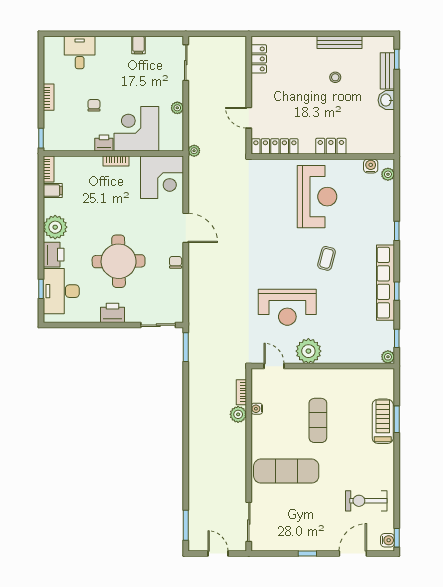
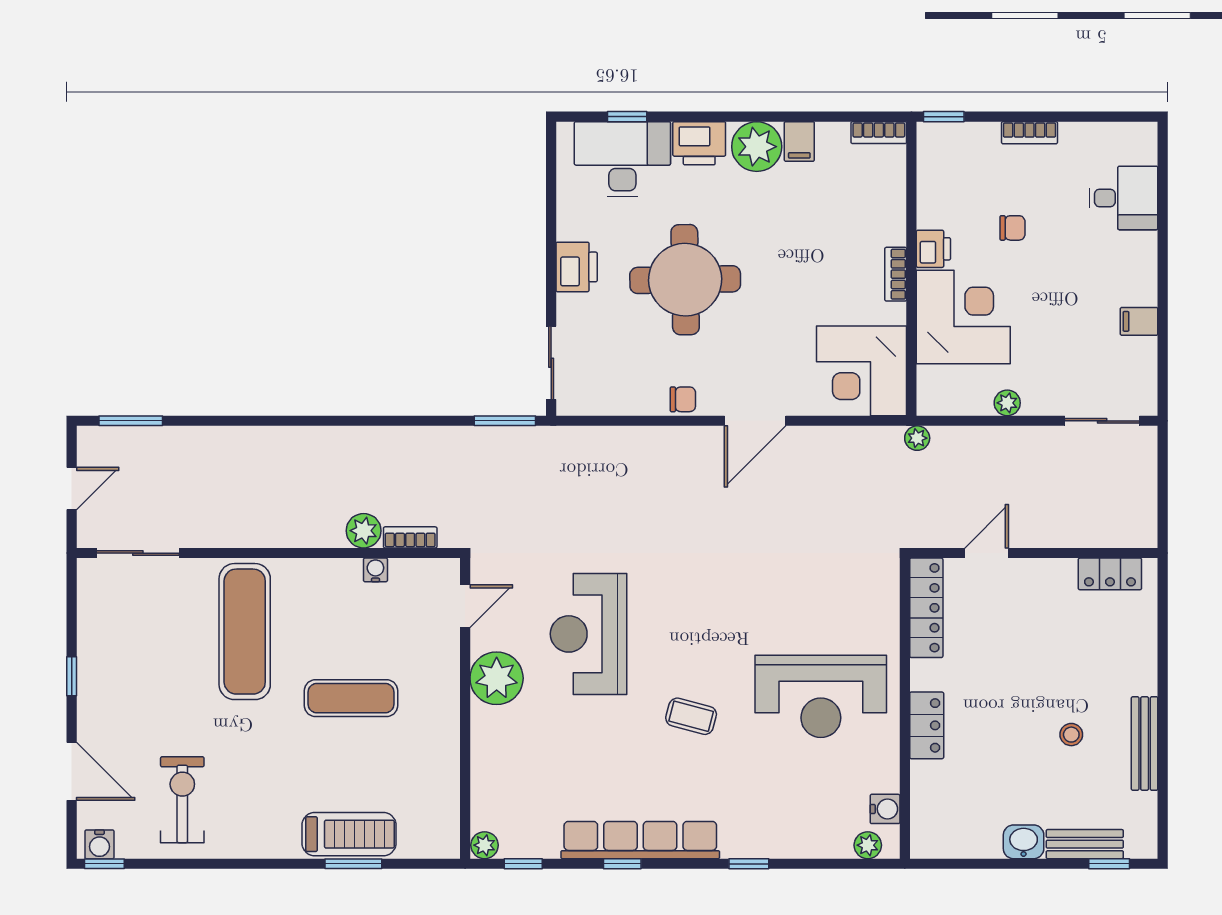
filing cabinet: (53, 191) -> (799, 141), moved

